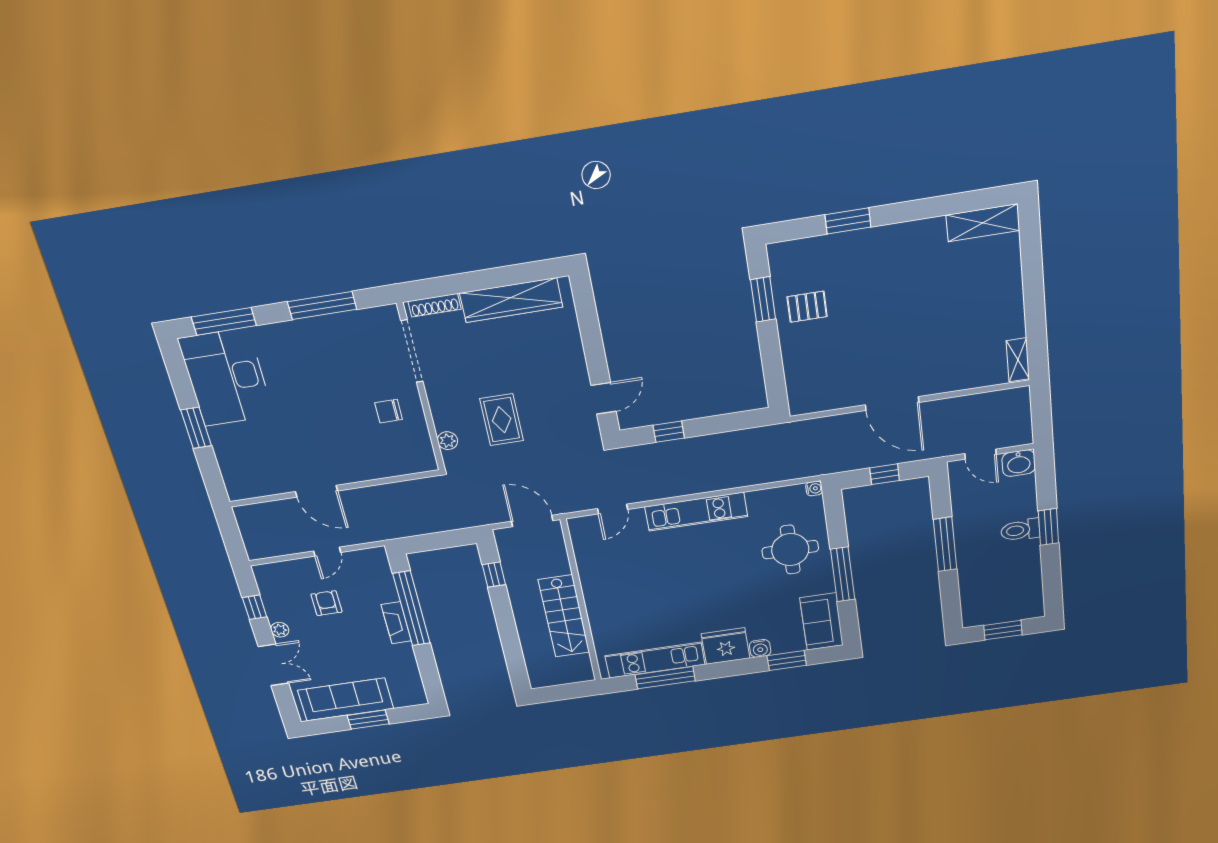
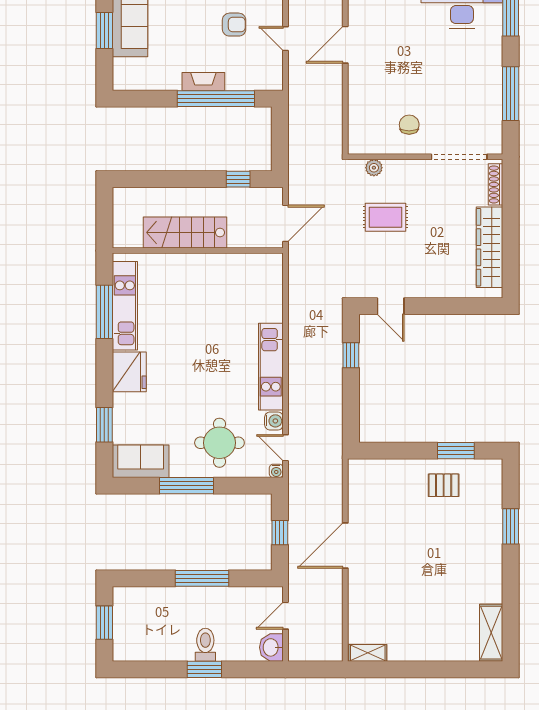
pallet: (807, 307) -> (444, 485), turned 90
door: (613, 509) -> (285, 448), moved
water cooler: (760, 648) -> (274, 421), moved, turned 180

